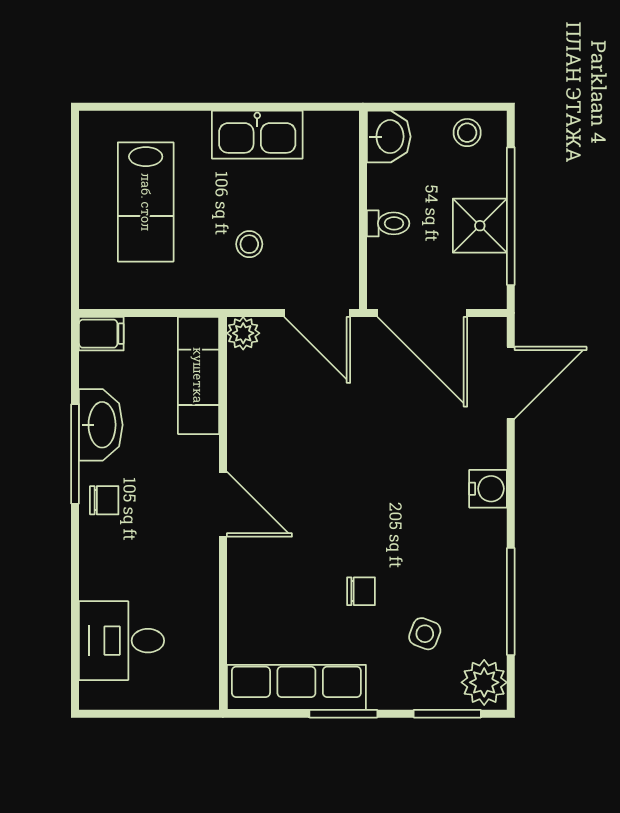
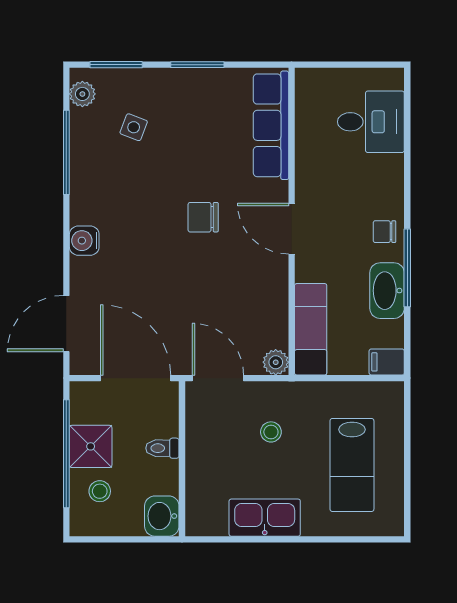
stool: (467, 133) -> (100, 491), moved
lab bench: (146, 202) -> (352, 465), turned 180
chair: (361, 591) -> (203, 217), moved, width x1.37, depth x1.37
plant: (484, 682) -> (82, 94), width x0.73, depth x0.73
row of seats: (296, 687) -> (271, 125), moved, turned 90

